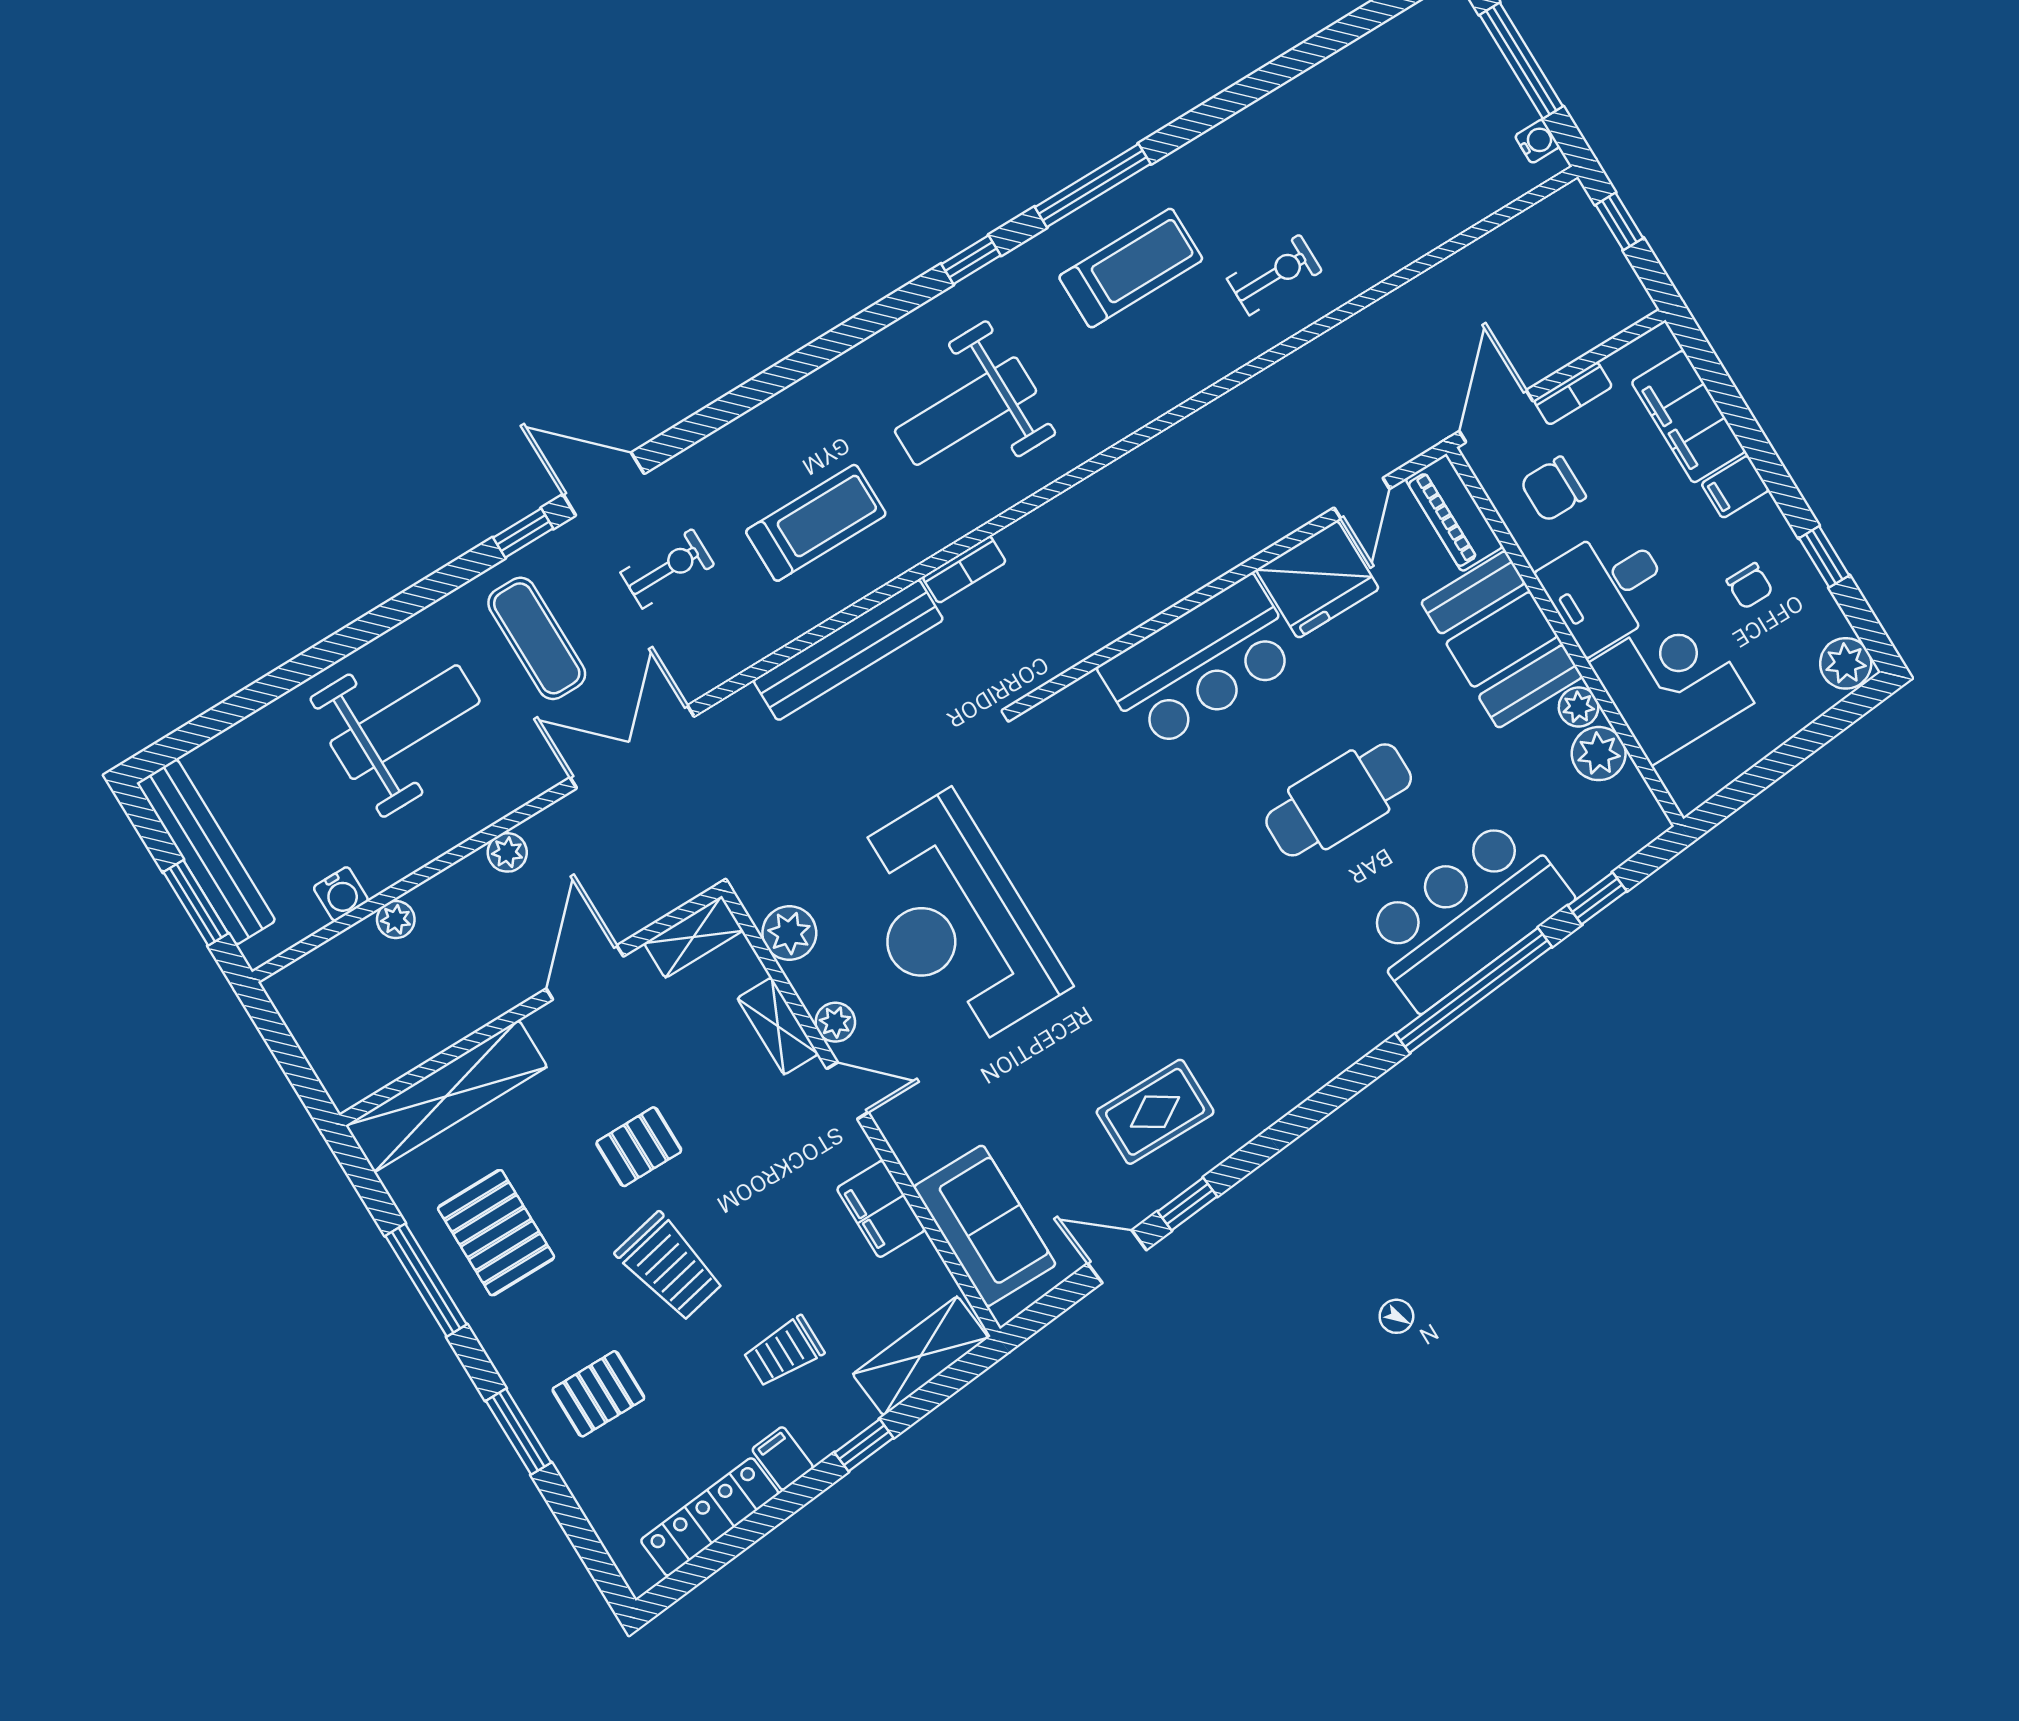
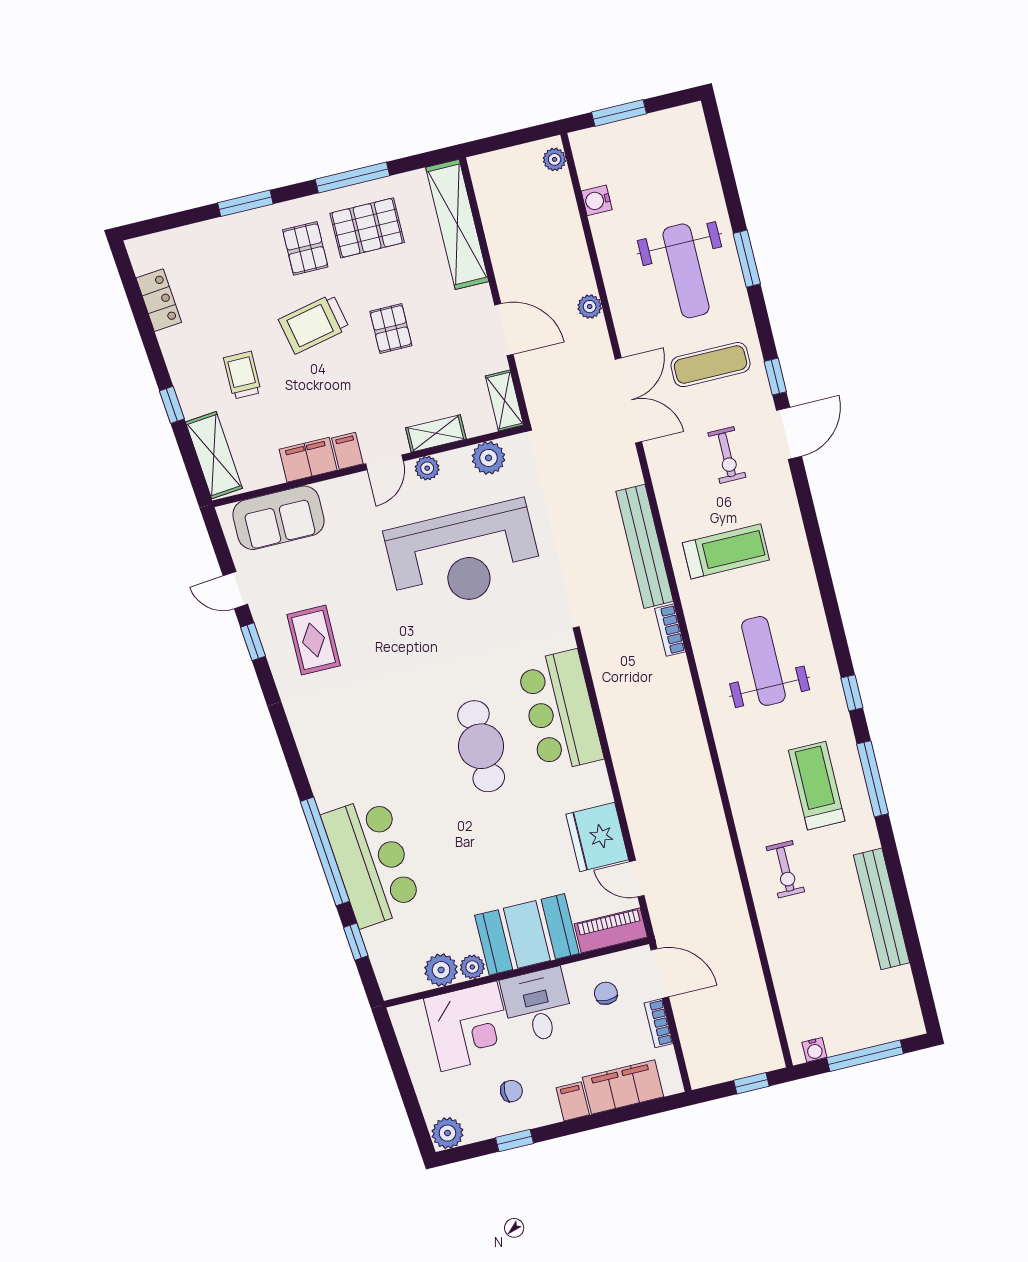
treadmill: (1131, 268) -> (817, 786), turned 180
chair: (1553, 489) -> (606, 993), width x0.73, depth x0.73
treadmill: (816, 523) -> (726, 551), turned -90
chair: (1750, 586) -> (511, 1091), turned 180
window: (356, 635) -> (747, 259), added
bar counter: (1200, 663) -> (560, 711), moved
cafe table: (1339, 800) -> (481, 746), moved
bench: (206, 852) -> (881, 909), moved, turned 90
plant: (396, 920) -> (555, 159), moved
reception desk: (953, 923) -> (464, 556), turned 180
door: (1117, 1257) -> (235, 590), swing flipped
pallet: (598, 1394) -> (305, 248), moved
filing cabinet: (783, 1458) -> (347, 451), moved, turned -85
locker: (710, 1517) -> (159, 300), width x0.66

